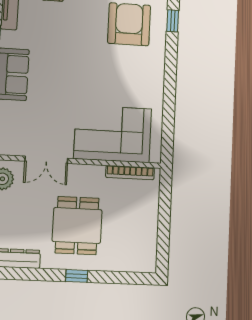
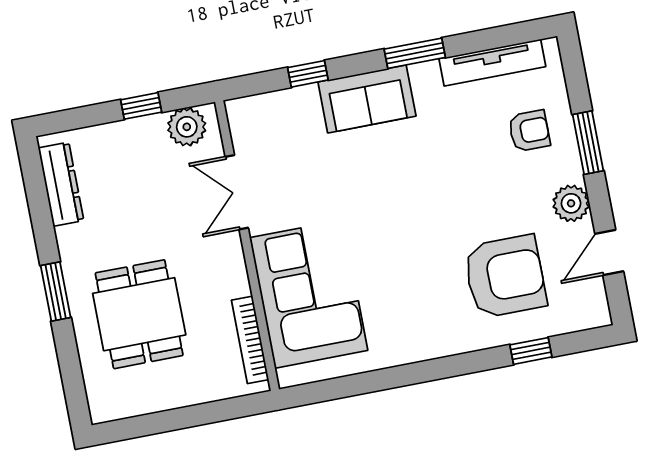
dining table: (77, 226) -> (139, 314), moved, turned 90
window: (77, 276) -> (56, 292), width x1.50

